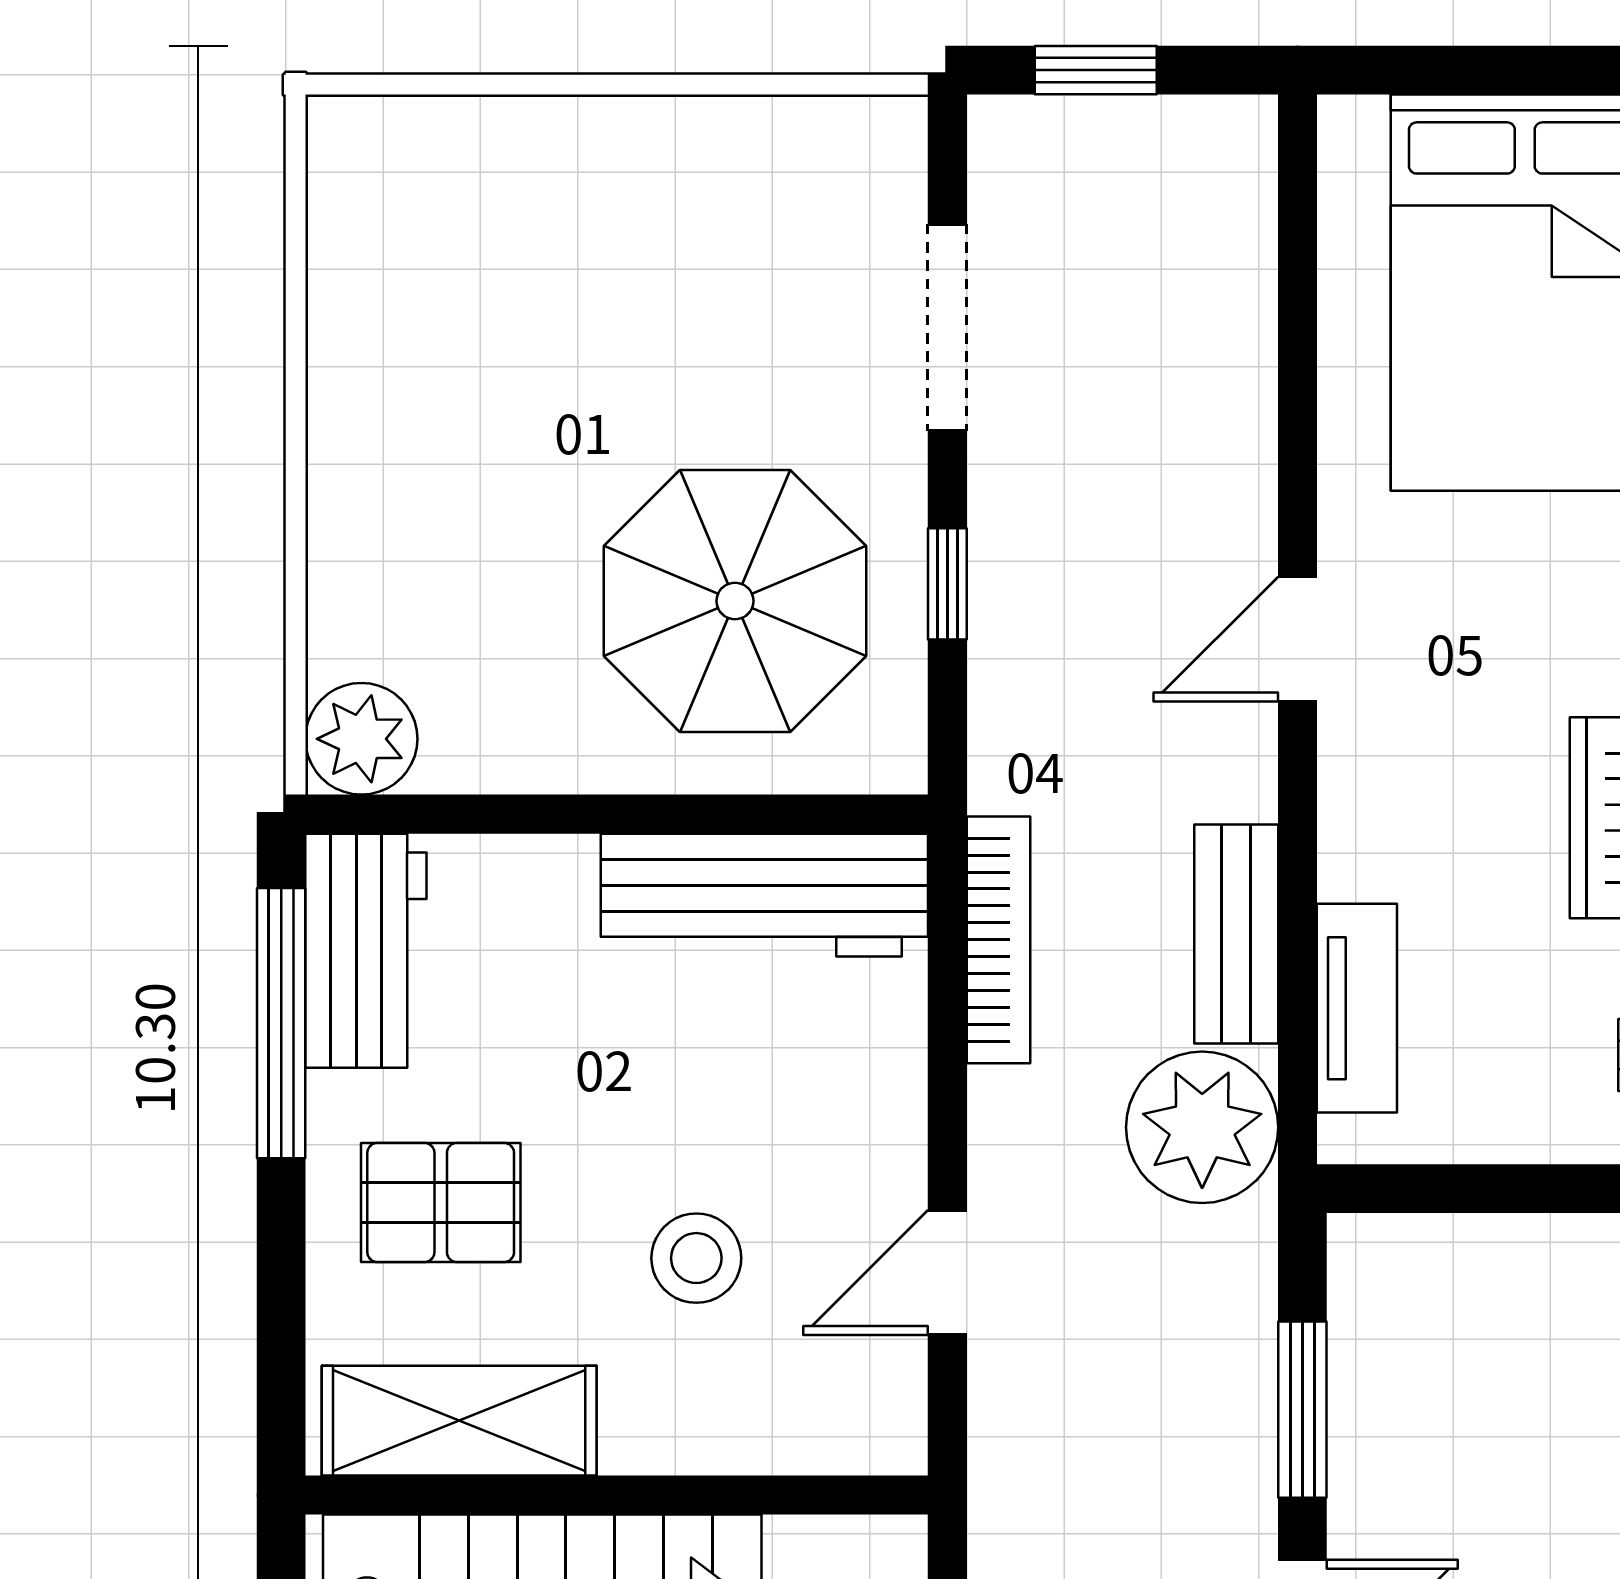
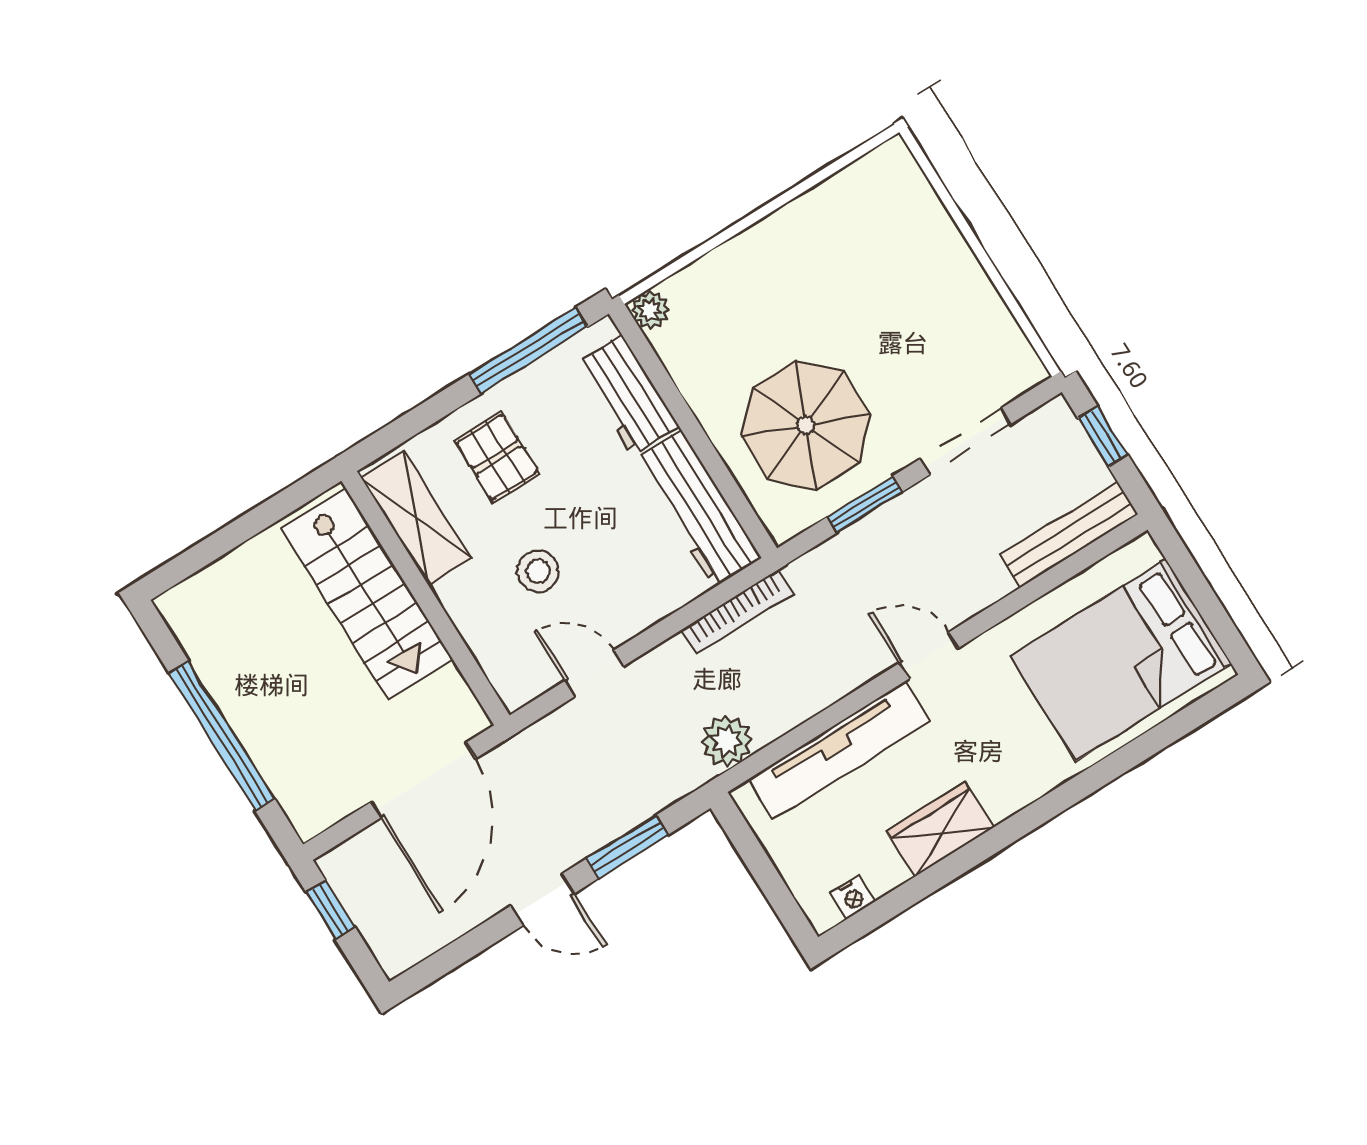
window: (947, 584) -> (865, 504), width x1.50
plant: (361, 739) -> (650, 310), width x0.73, depth x0.73
bench: (1236, 934) -> (1069, 534), moved, width x1.36
workbench: (366, 951) -> (627, 395), moved, turned 90
tv unit: (1357, 1008) -> (839, 750), width x1.92, depth x1.29
plant: (1202, 1127) -> (727, 741), width x0.73, depth x0.73

